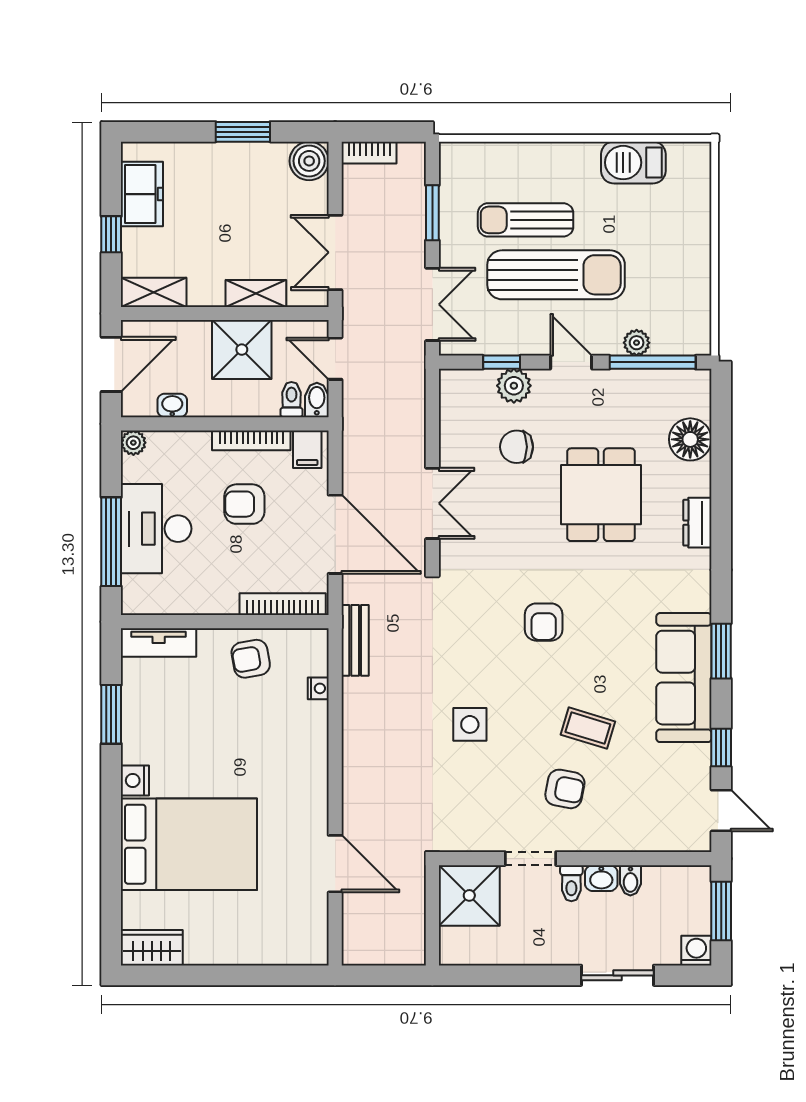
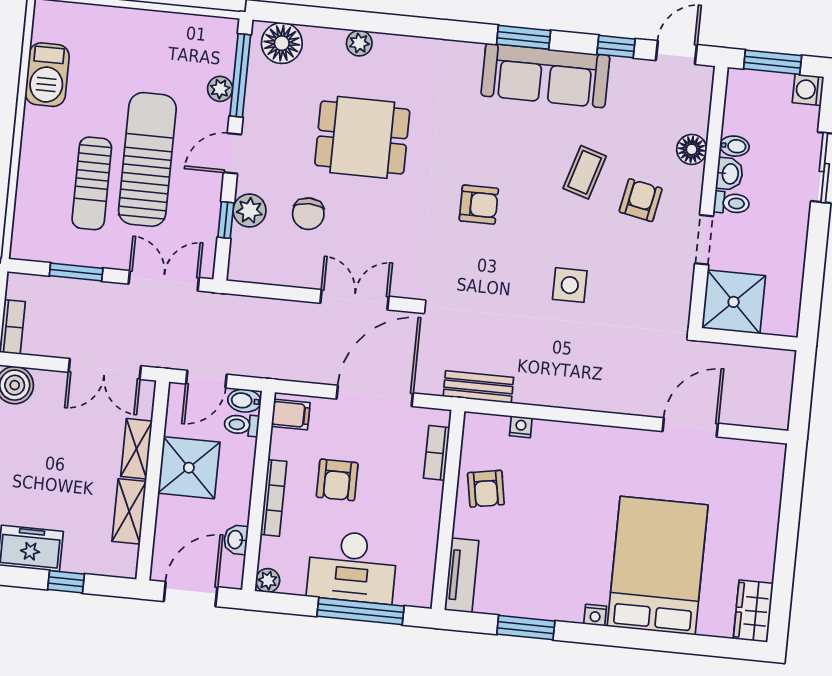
shelving: (154, 292) -> (129, 511), moved
door: (111, 364) -> (191, 594), hinge flipped
floor lamp: (690, 439) -> (282, 43), moved
bookcase: (251, 440) -> (274, 498), moved
plant: (698, 482) -> (359, 43), added
dresser: (697, 523) -> (398, 48), removed
bookcase: (283, 604) -> (437, 453), width x0.64
nightstand: (135, 780) -> (595, 615), width x0.72, depth x0.74
floor lamp: (623, 836) -> (692, 149), added

